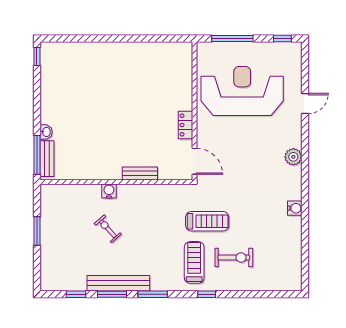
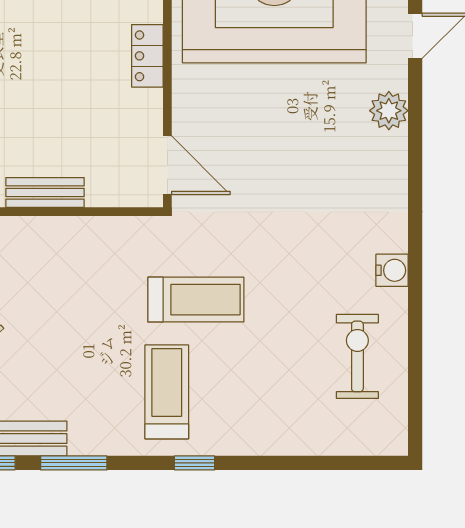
locker: (186, 125) -> (147, 56), moved
plant: (293, 157) -> (389, 111), moved
exercise bike: (234, 257) -> (357, 356), moved, turned -90

